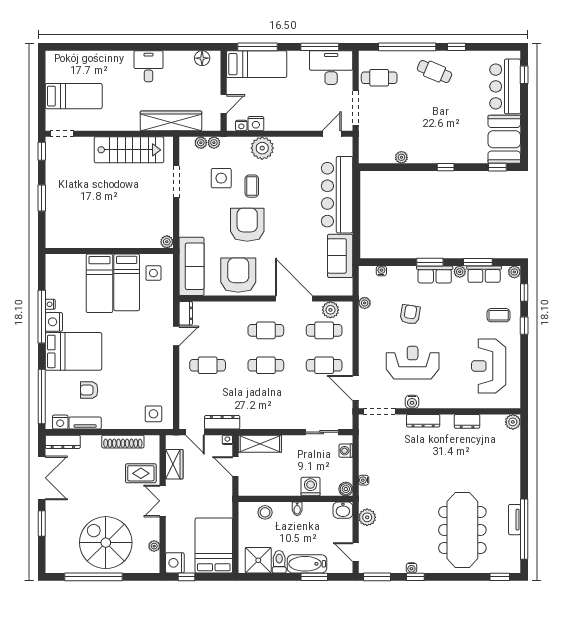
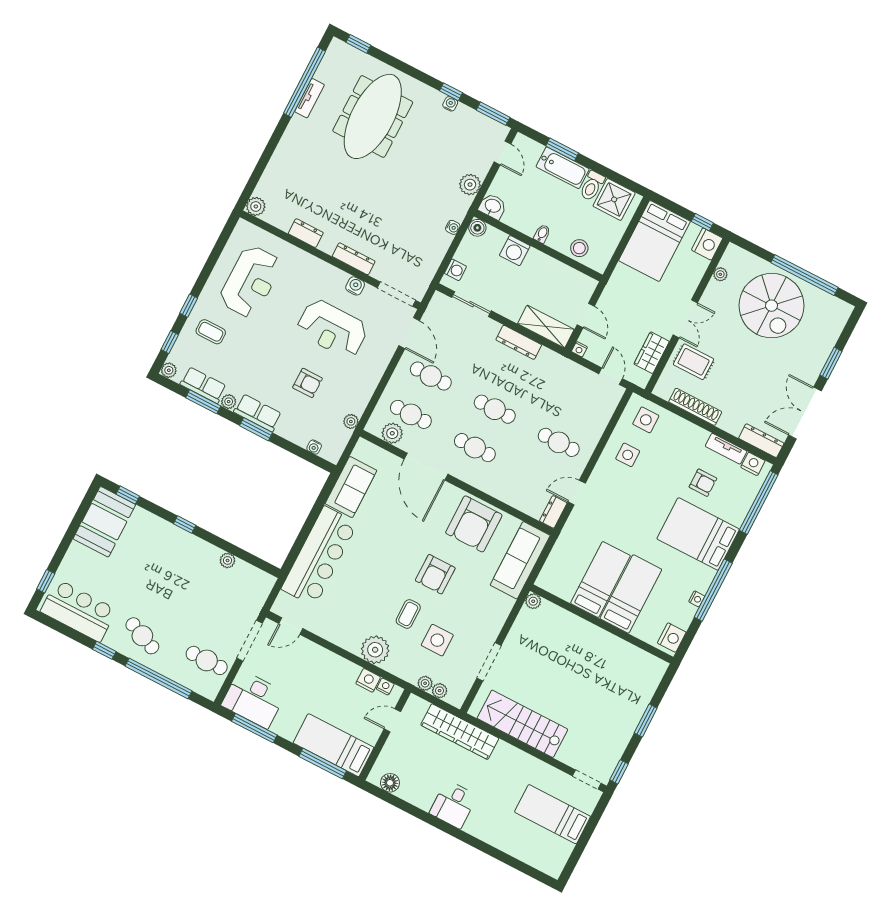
bar counter: (505, 86) -> (79, 611), moved, turned -90
armchair: (247, 225) -> (435, 574), width x0.73, depth x0.73
side table: (153, 273) -> (628, 455), moved
armchair: (410, 314) -> (307, 383), turned -99
nightstand: (54, 322) -> (672, 638), moved
dresser: (222, 422) -> (519, 342), moved

